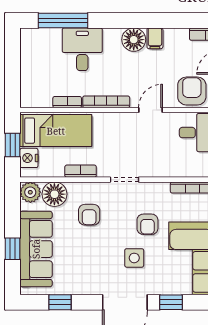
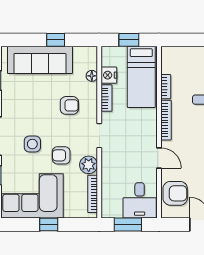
nightstand: (29, 158) -> (109, 75), moved, turned -90
plant: (30, 192) -> (89, 165), moved
floor lamp: (54, 194) -> (92, 76), width x0.53, depth x0.53
armchair: (89, 215) -> (69, 105), turned 180
window: (13, 249) -> (56, 40), moved

